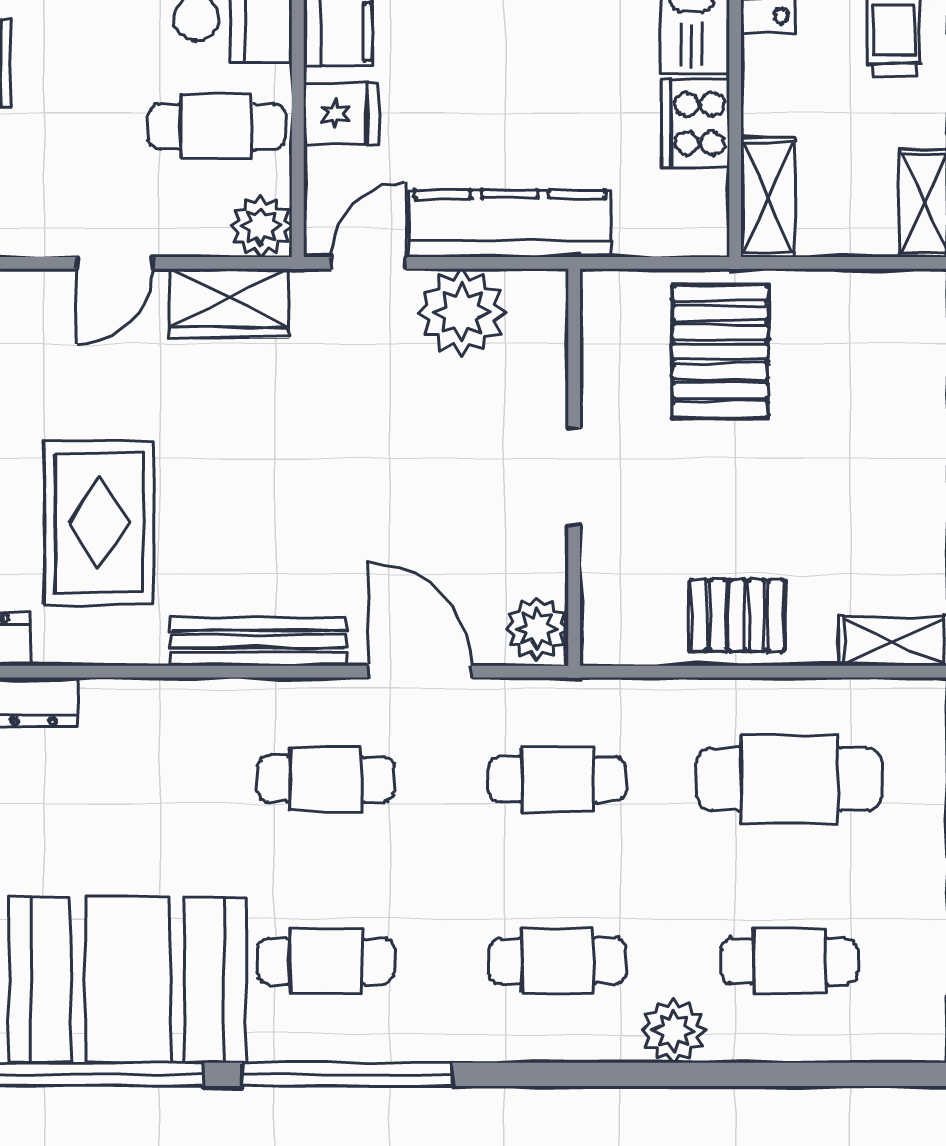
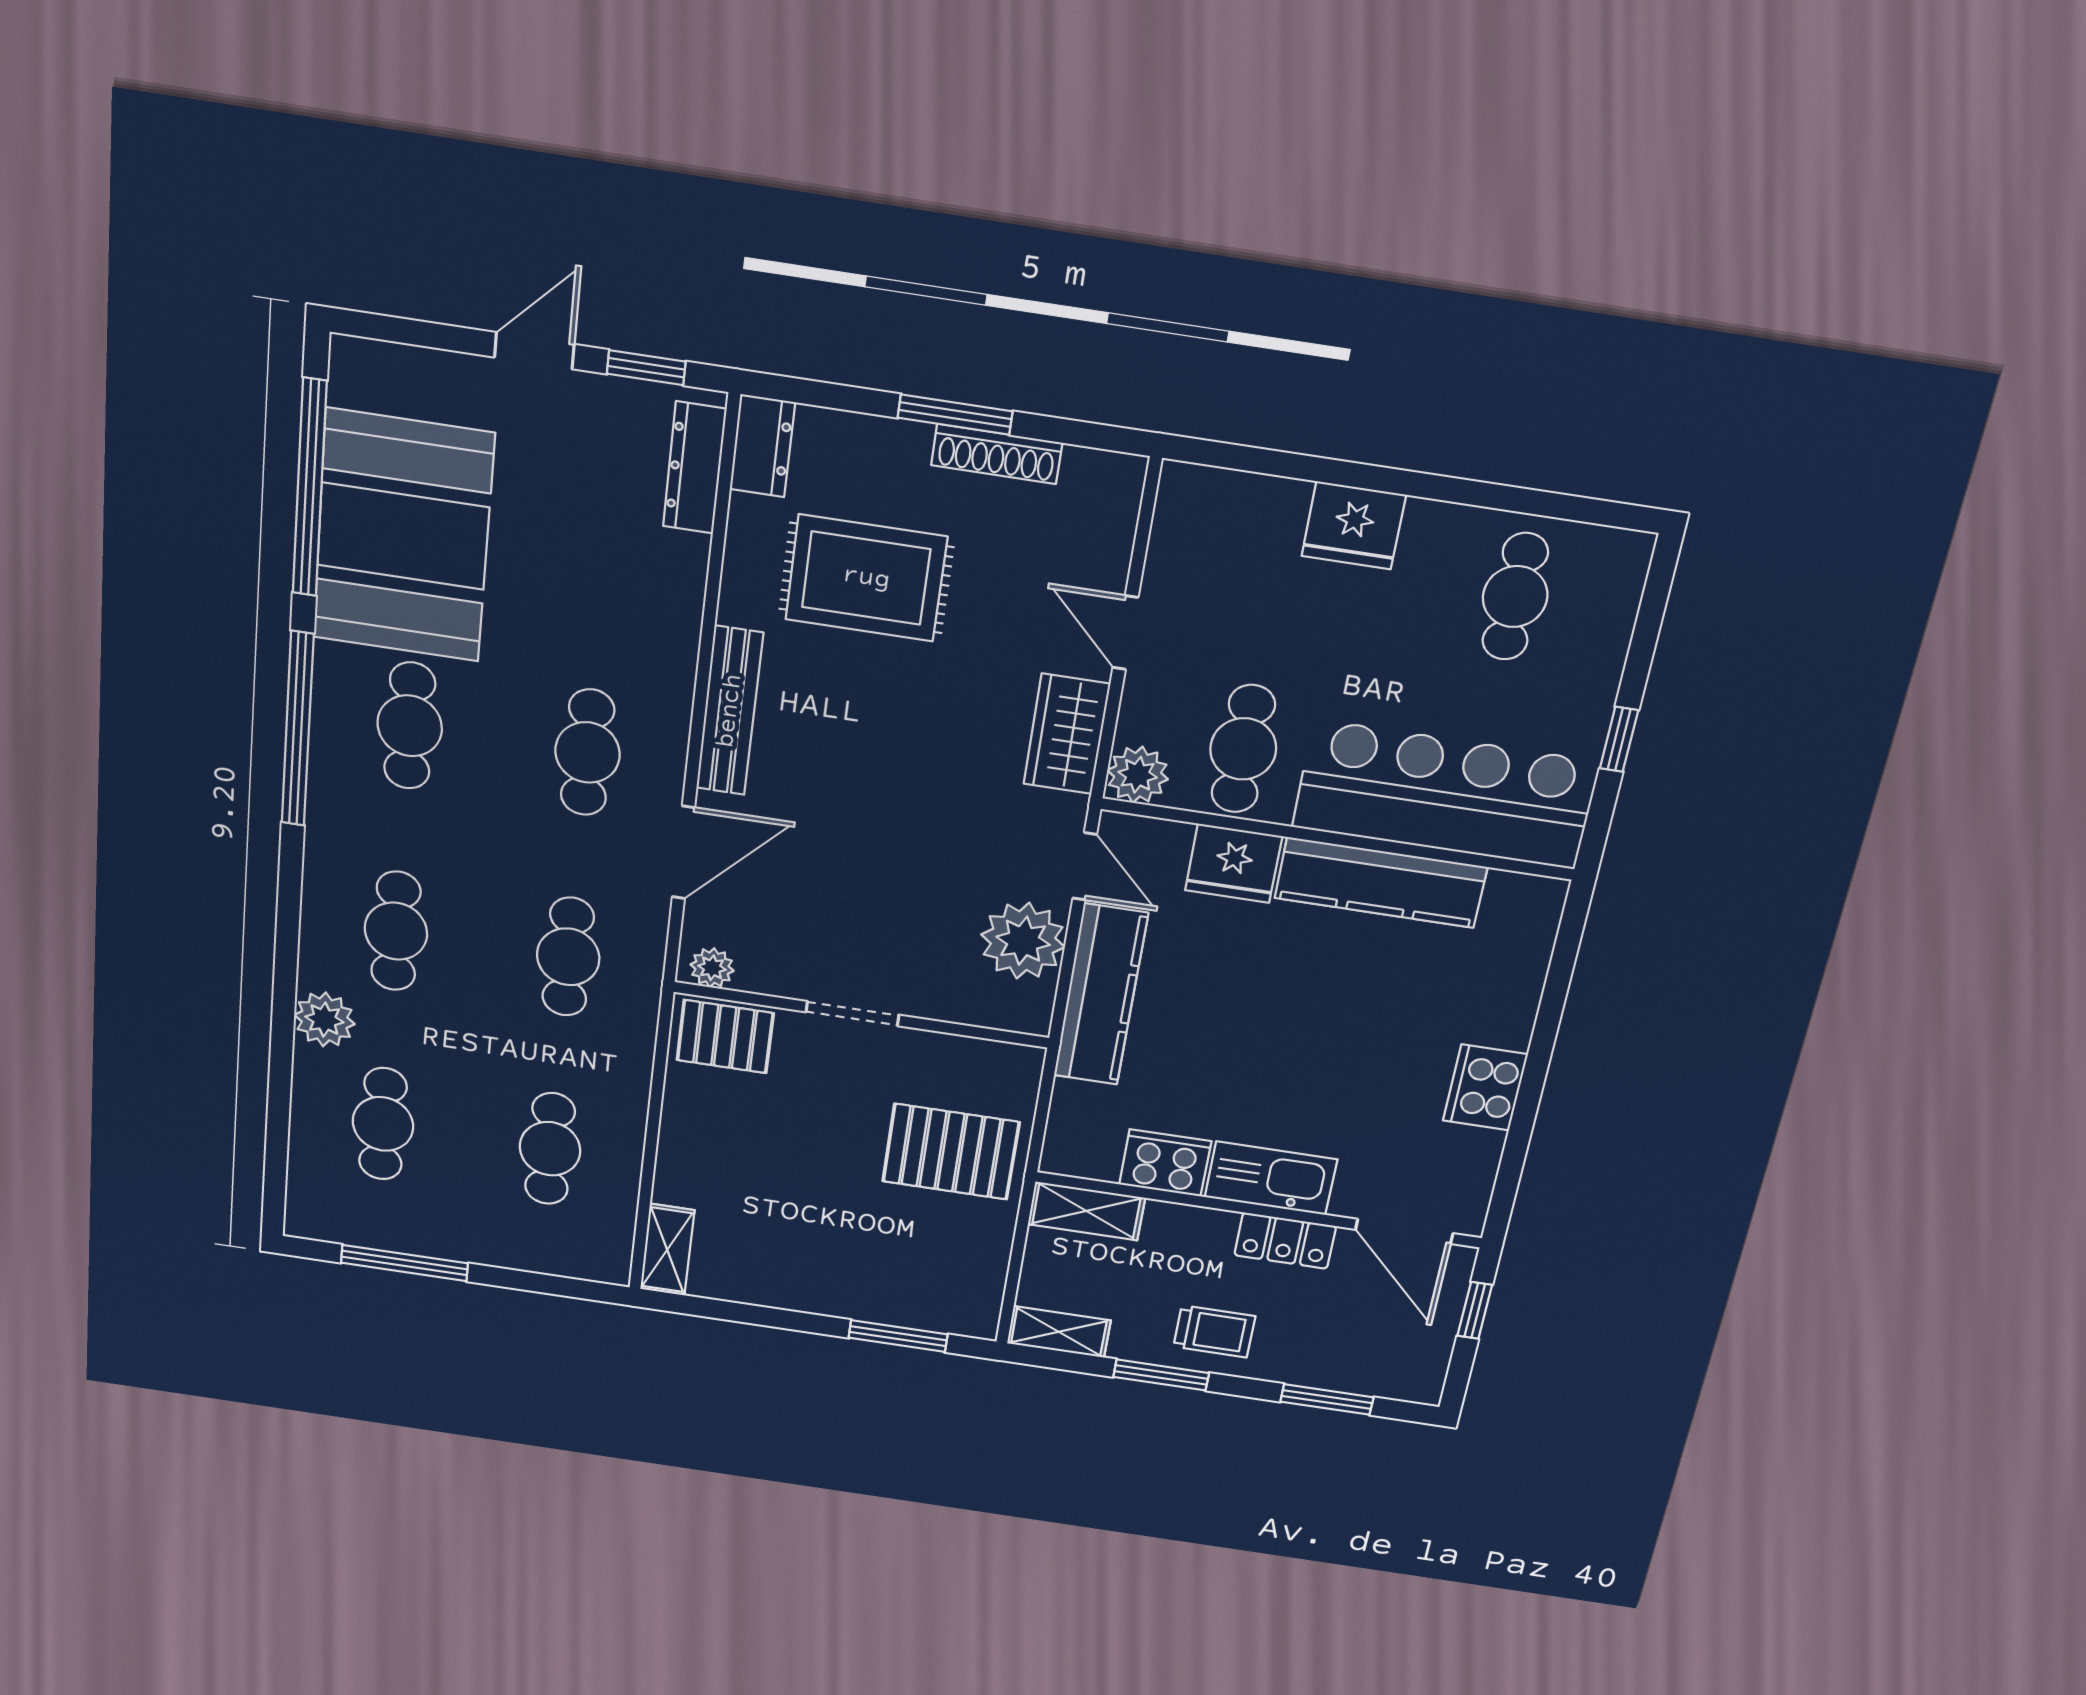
fridge: (341, 114) -> (1234, 863), width x1.38
pallet: (737, 615) -> (725, 1037), moved, turned 90
plant: (537, 629) -> (712, 968), width x0.73, depth x0.73
cafe table: (789, 779) -> (550, 1149), width x0.73, depth x0.74

